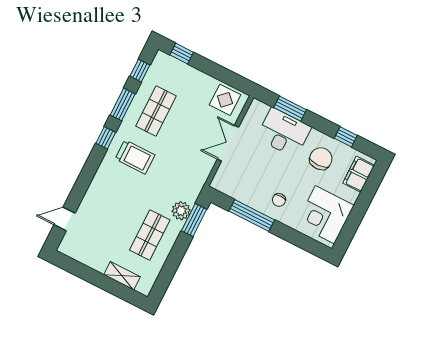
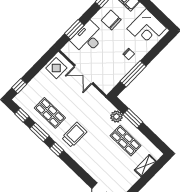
window: (194, 220) -> (133, 118), moved

